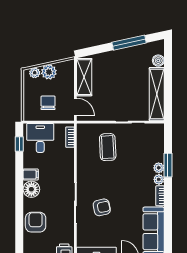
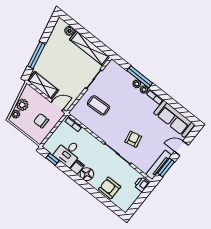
window: (129, 43) -> (36, 55), moved
desk: (40, 138) -> (68, 153), moved, turned -90
window: (168, 165) -> (140, 77), width x1.44

